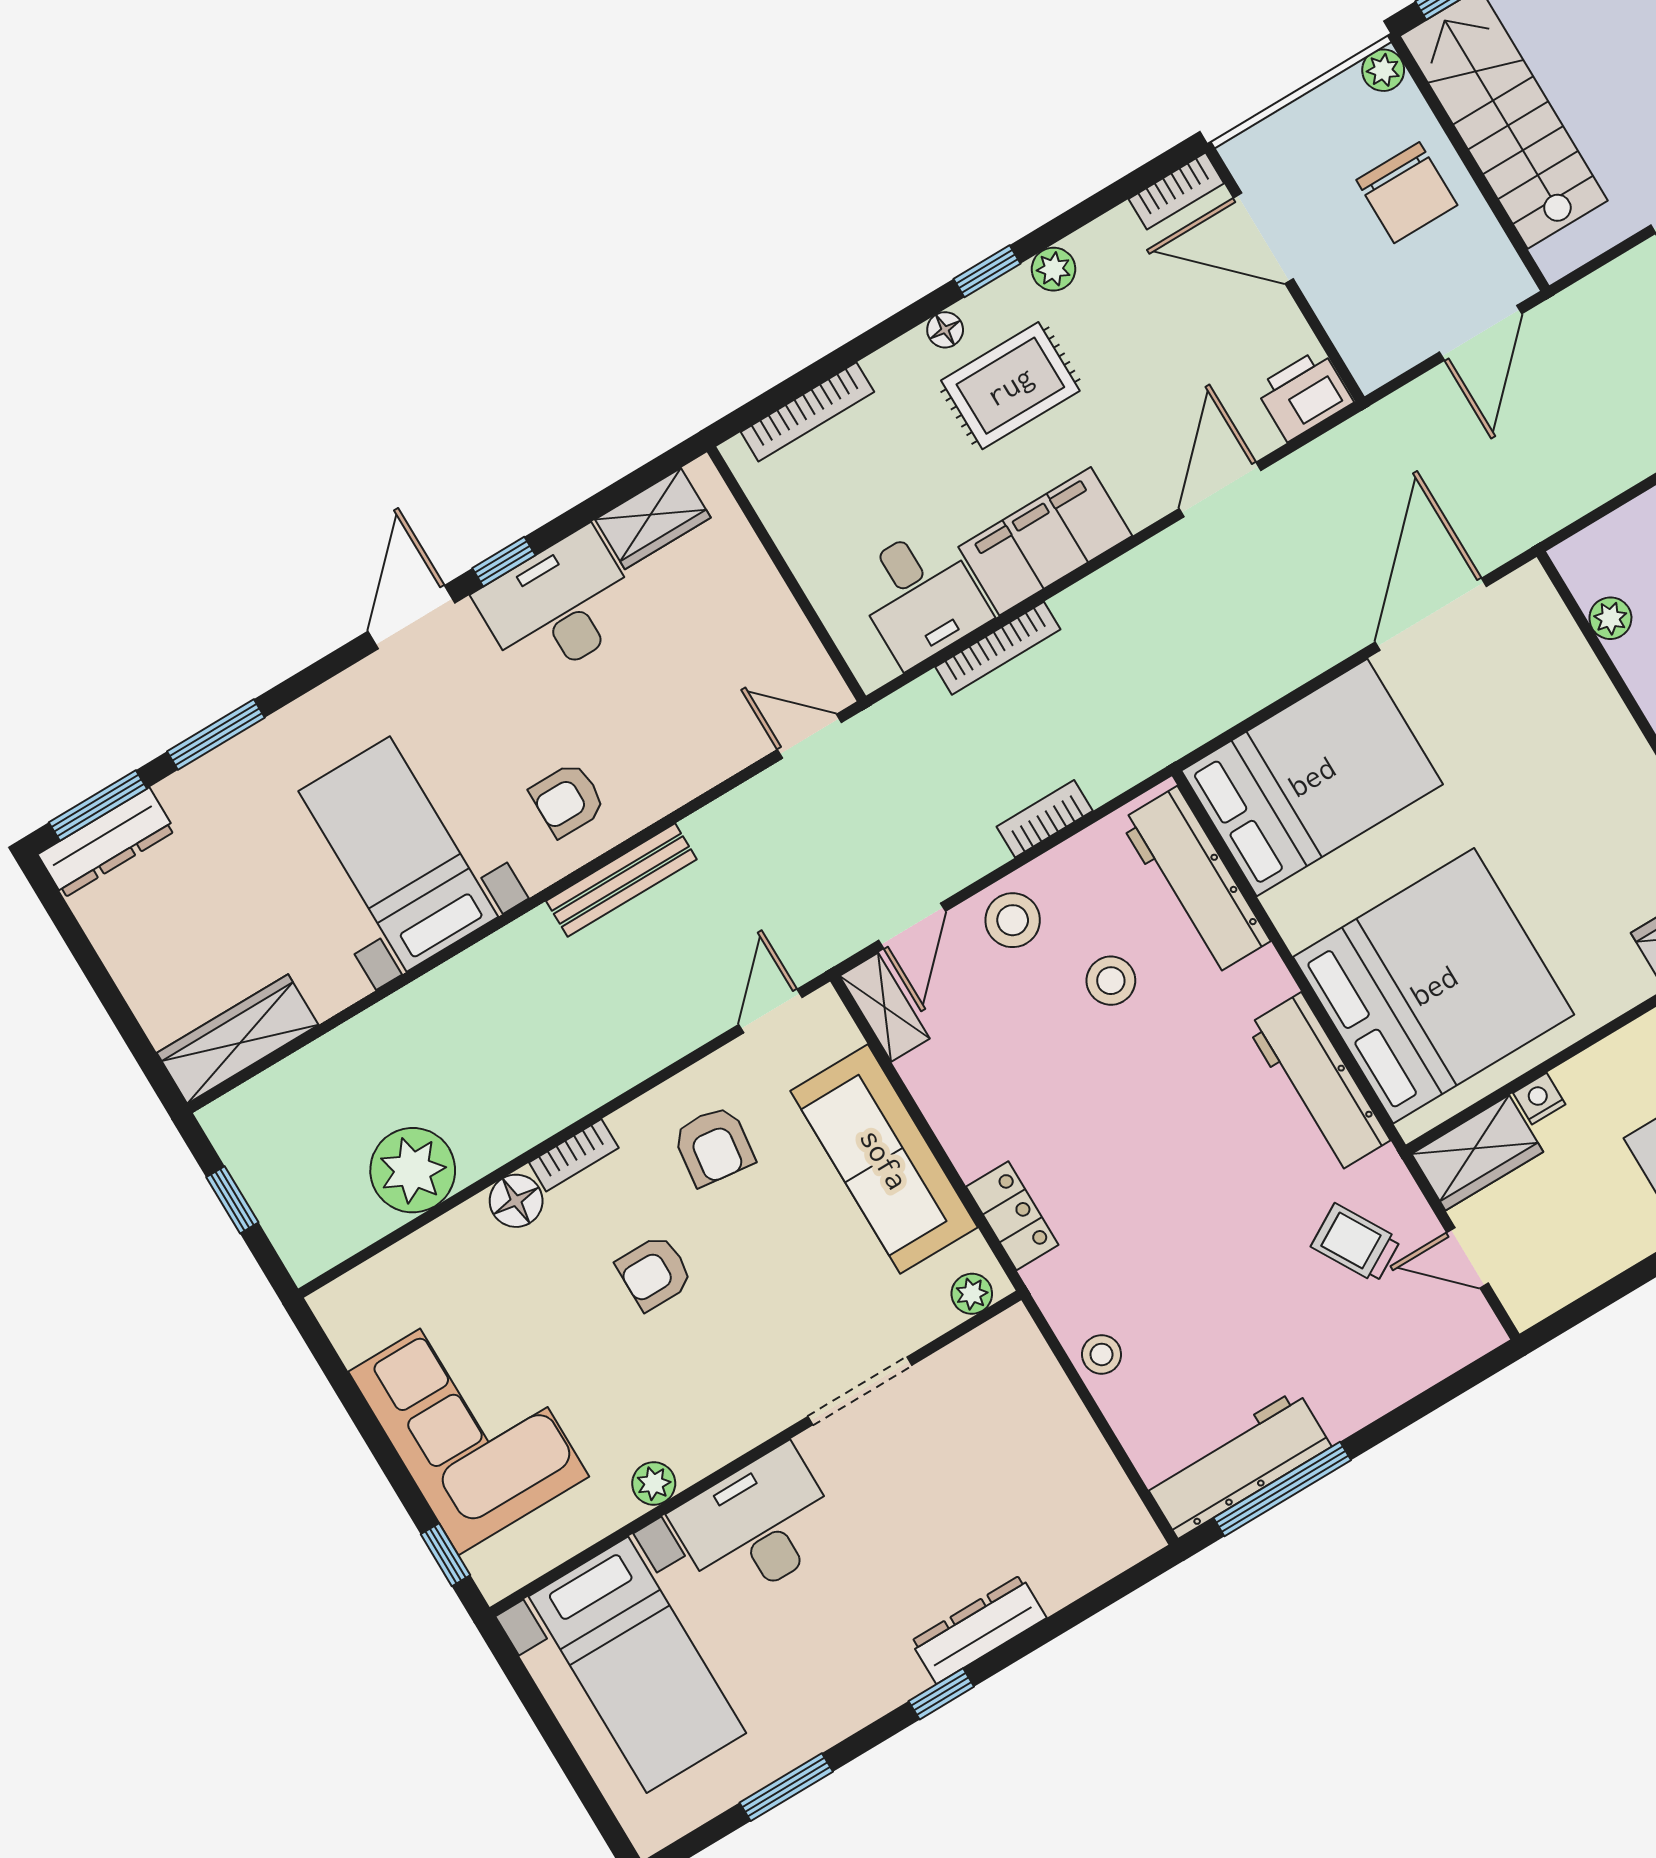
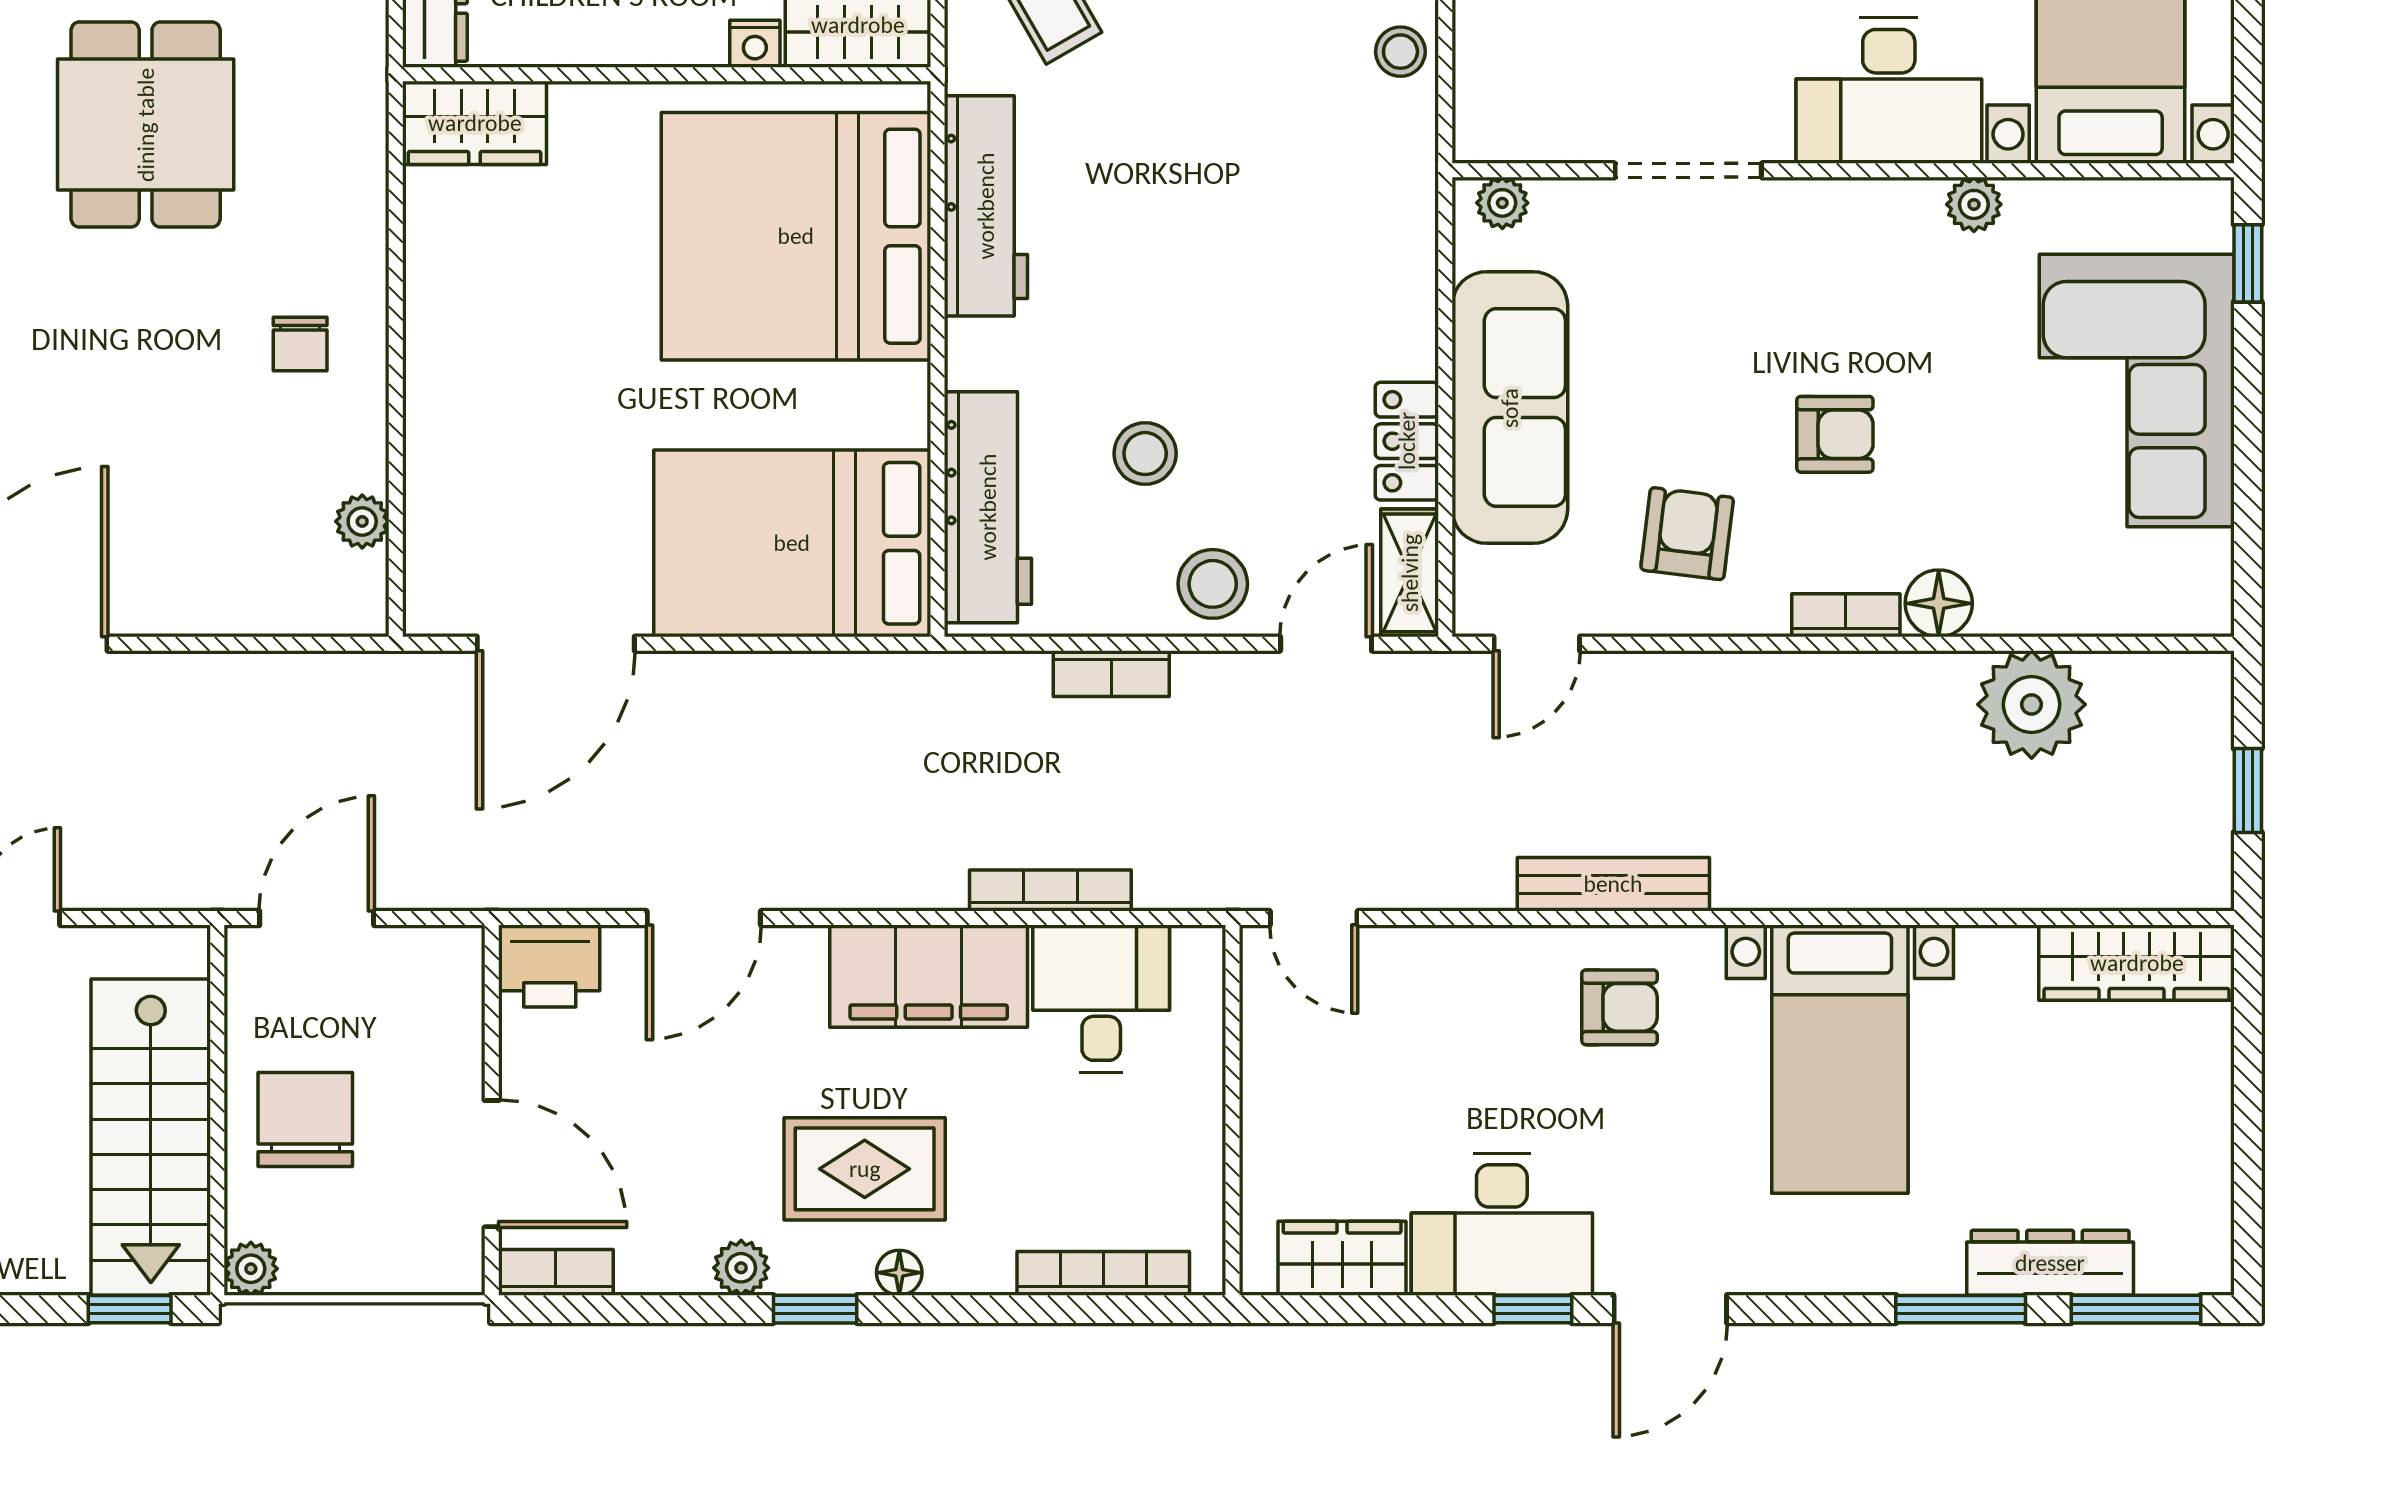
dresser: (107, 843) -> (2050, 1263), moved
locker: (1012, 1216) -> (1407, 441), moved

